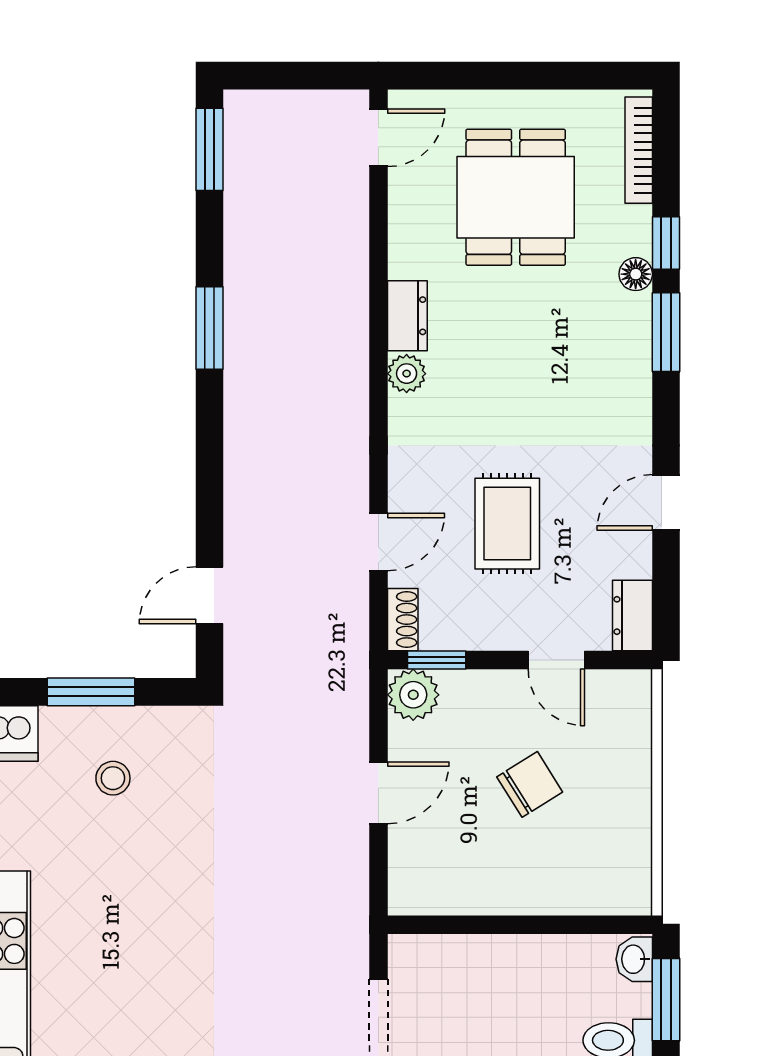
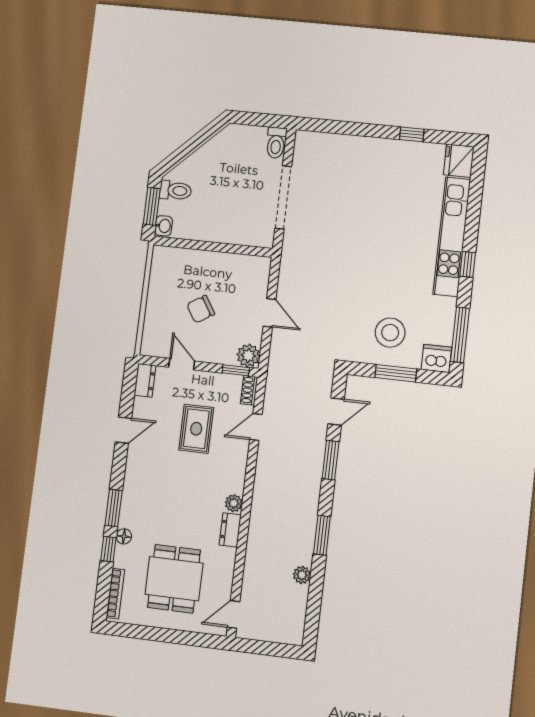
window: (210, 149) -> (331, 460), moved
plant: (242, 239) -> (302, 575), added
stool: (113, 778) -> (390, 333), width x1.89, depth x1.89
door: (378, 793) -> (269, 313), swing flipped

